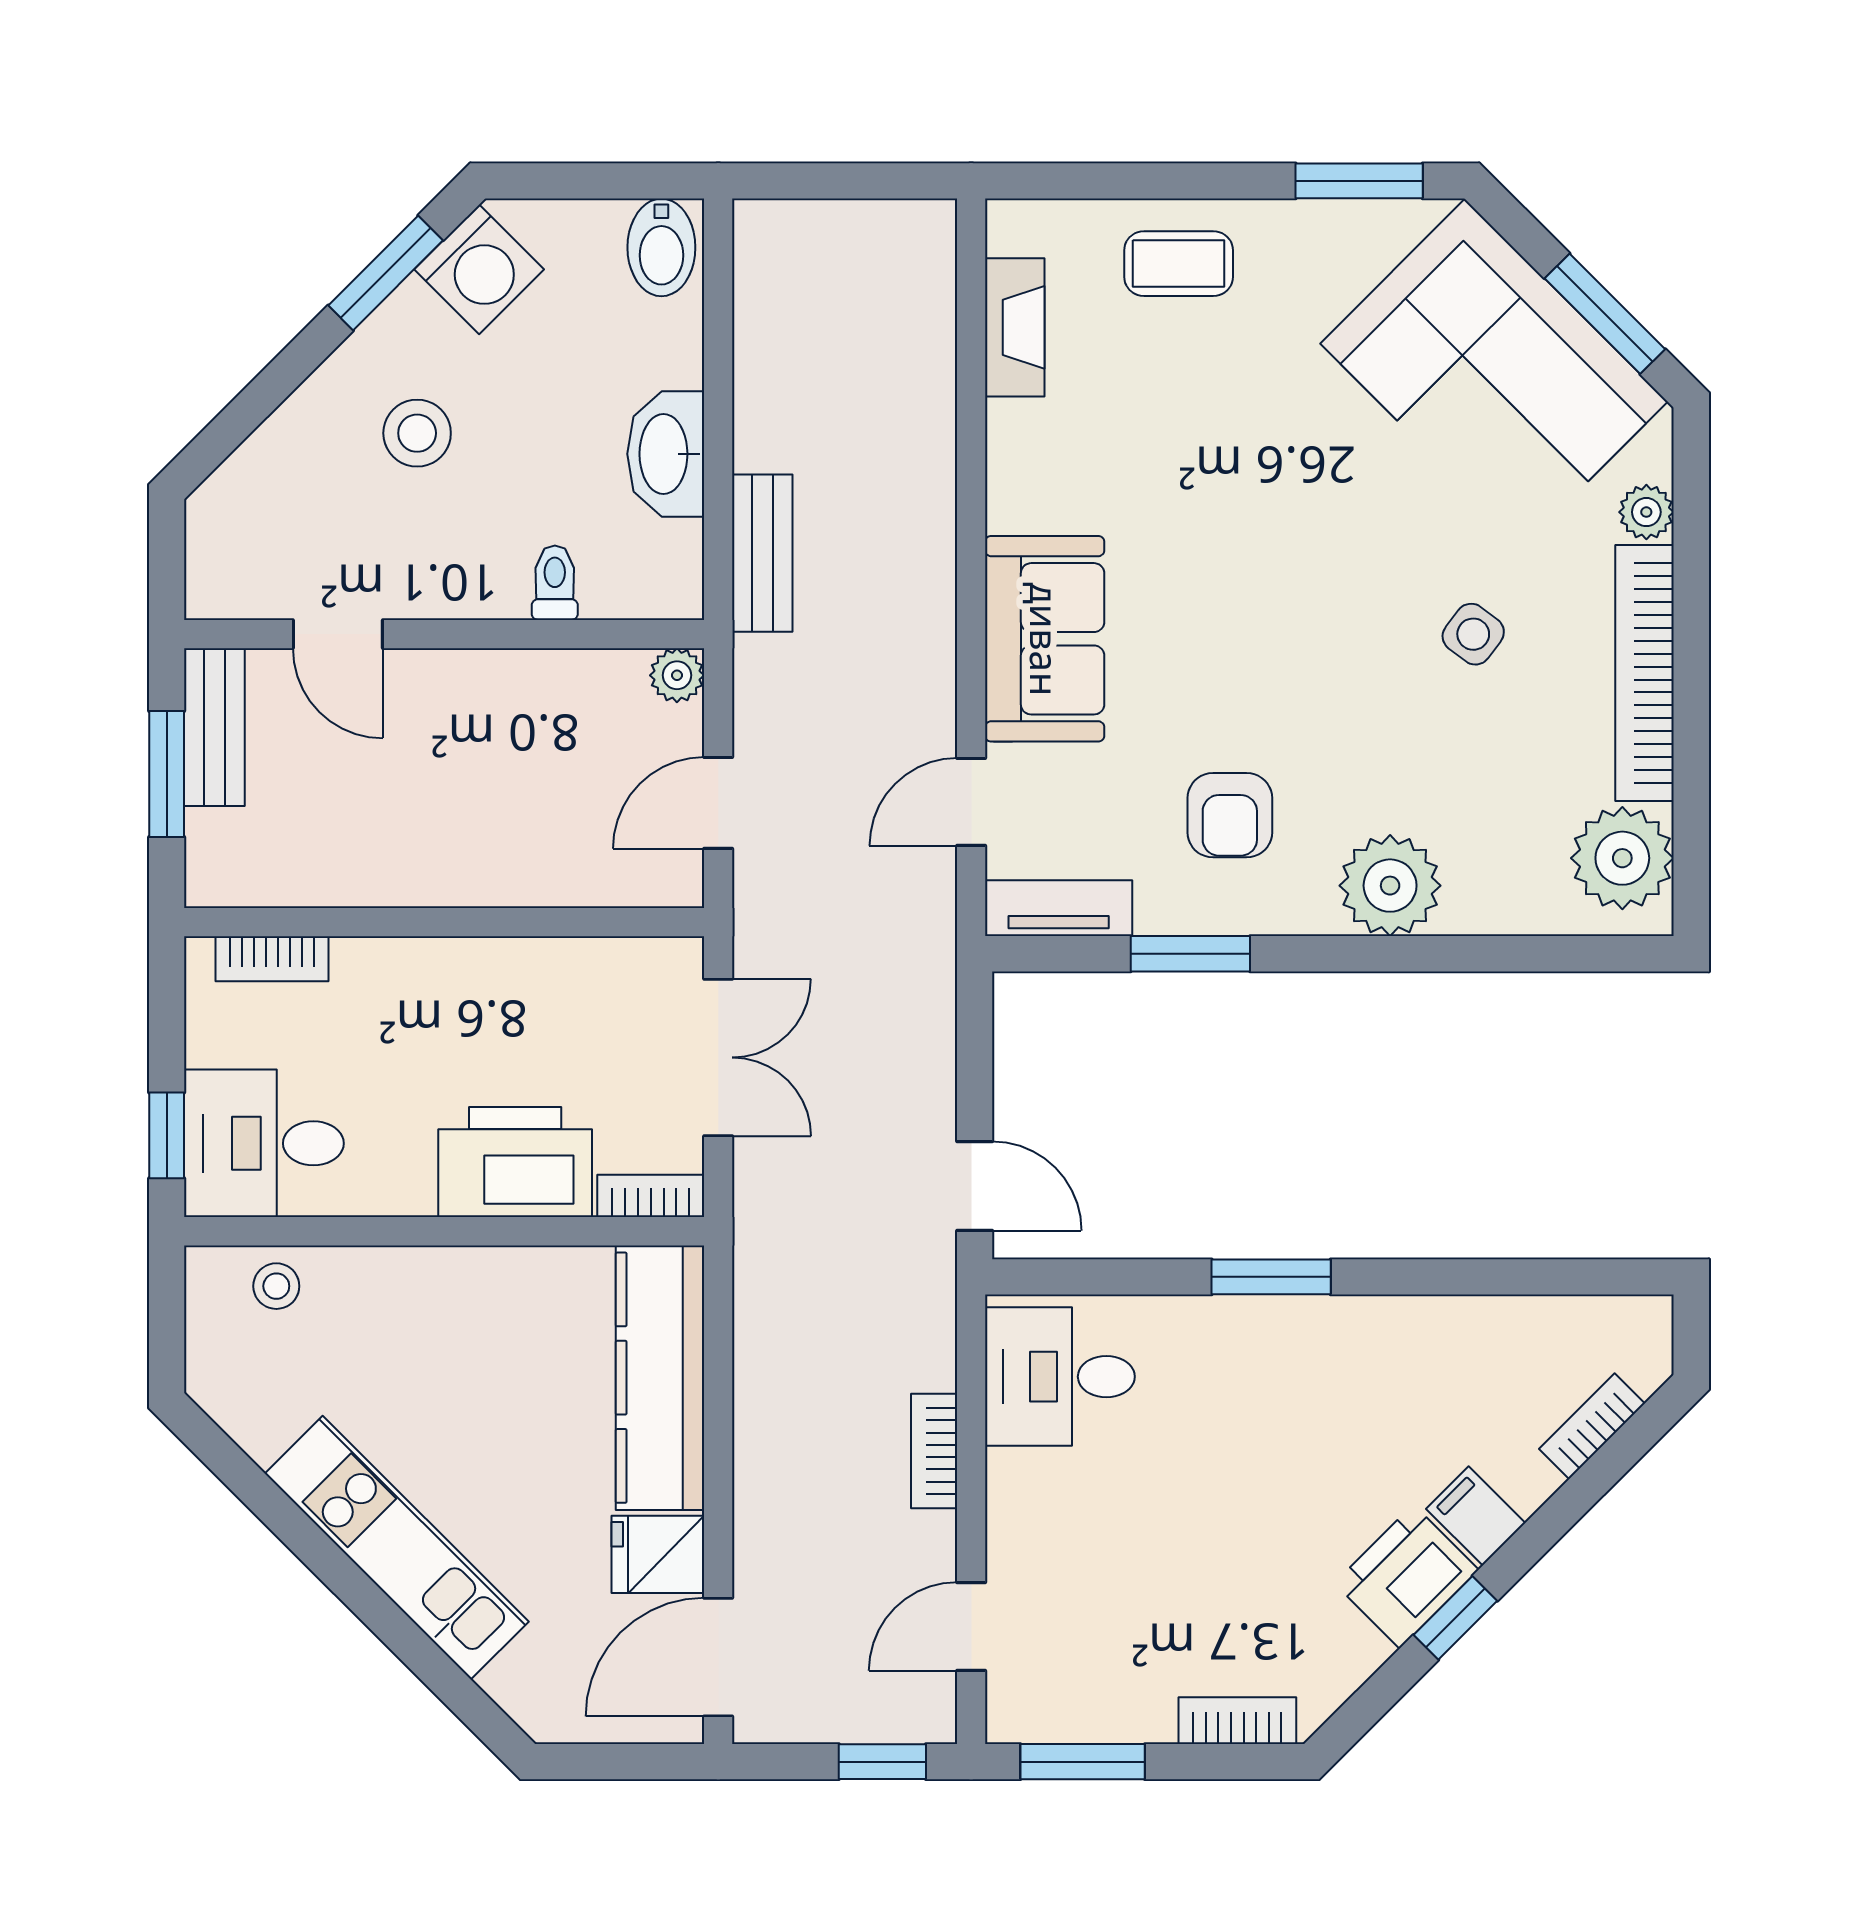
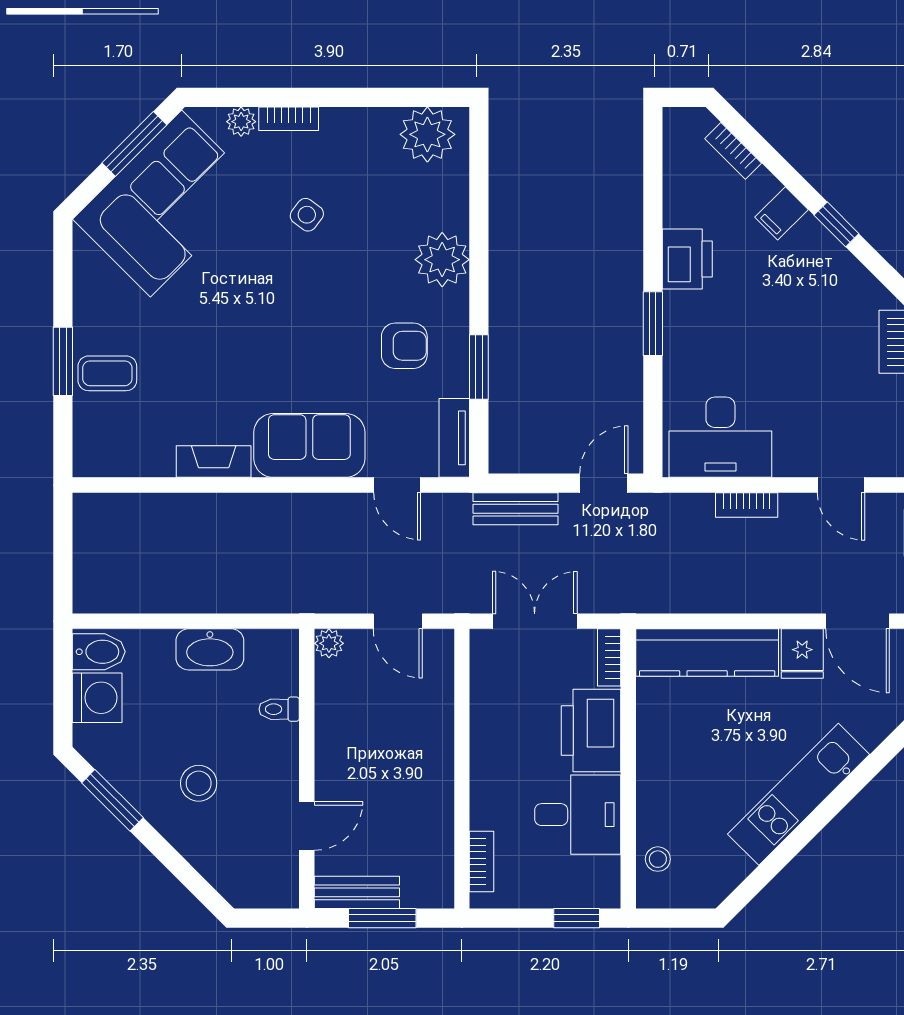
window: (1359, 181) -> (63, 361), moved
coffee table: (1179, 264) -> (107, 373), turned 90
washing machine: (479, 269) -> (97, 698), moved, turned 45
fireplace: (1015, 327) -> (214, 462), moved
bench: (762, 553) -> (516, 509), moved
bookcase: (1645, 673) -> (289, 119), width x0.43, depth x0.76
desk: (264, 1143) -> (578, 815), moved, turned -90
desk: (1060, 1377) -> (720, 437), width x1.37
printer: (1406, 1576) -> (687, 259), moved, turned -135

